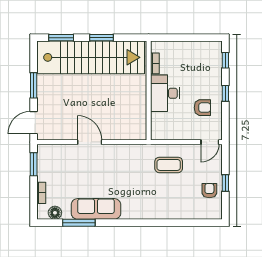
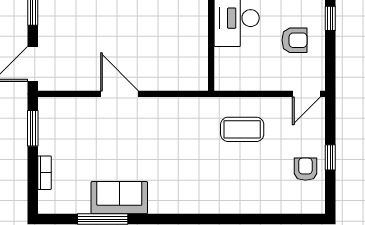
sofa: (96, 209) -> (119, 198), width x0.73
floor lamp: (55, 213) -> (66, 204), removed

